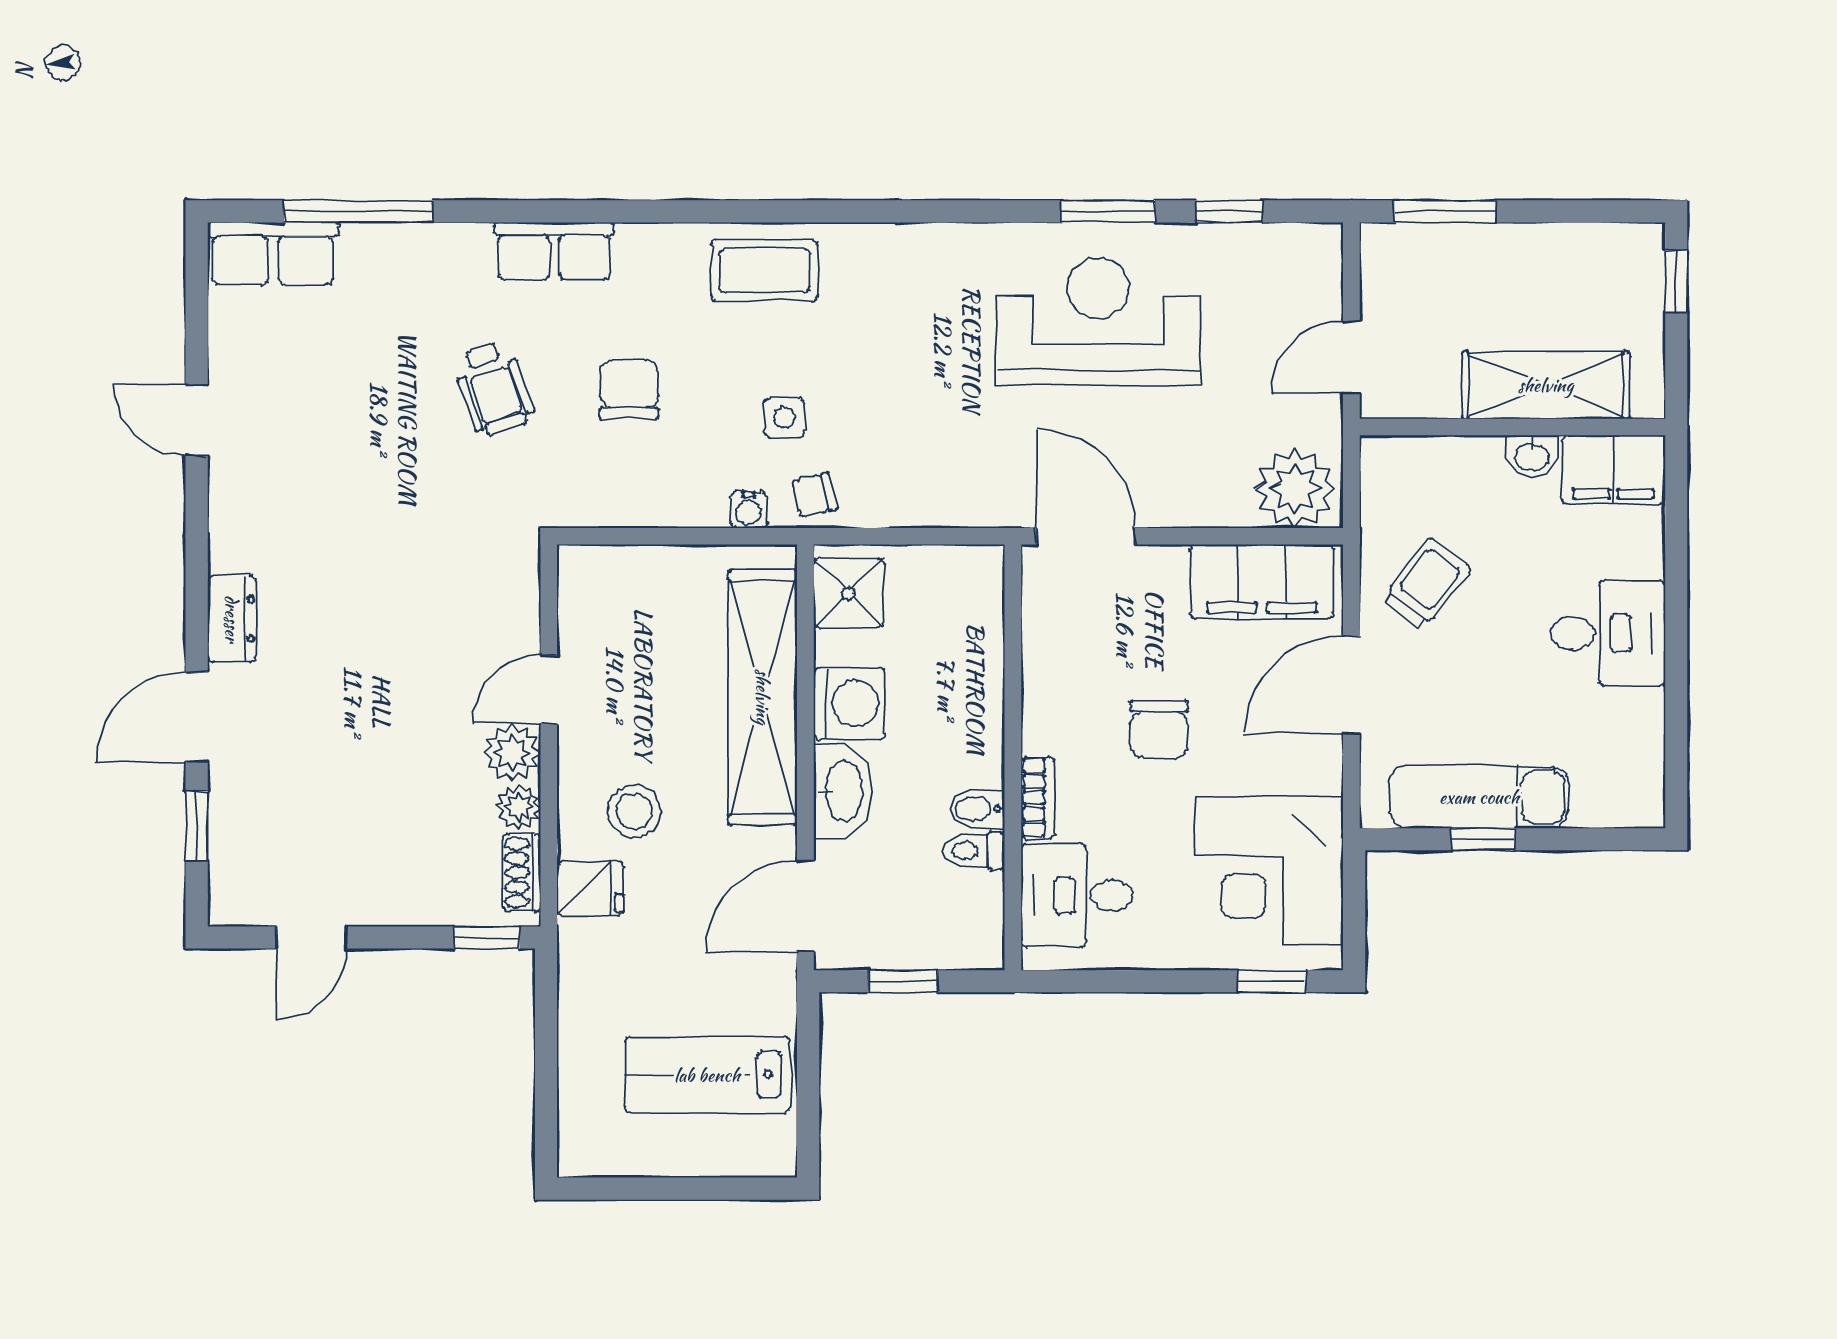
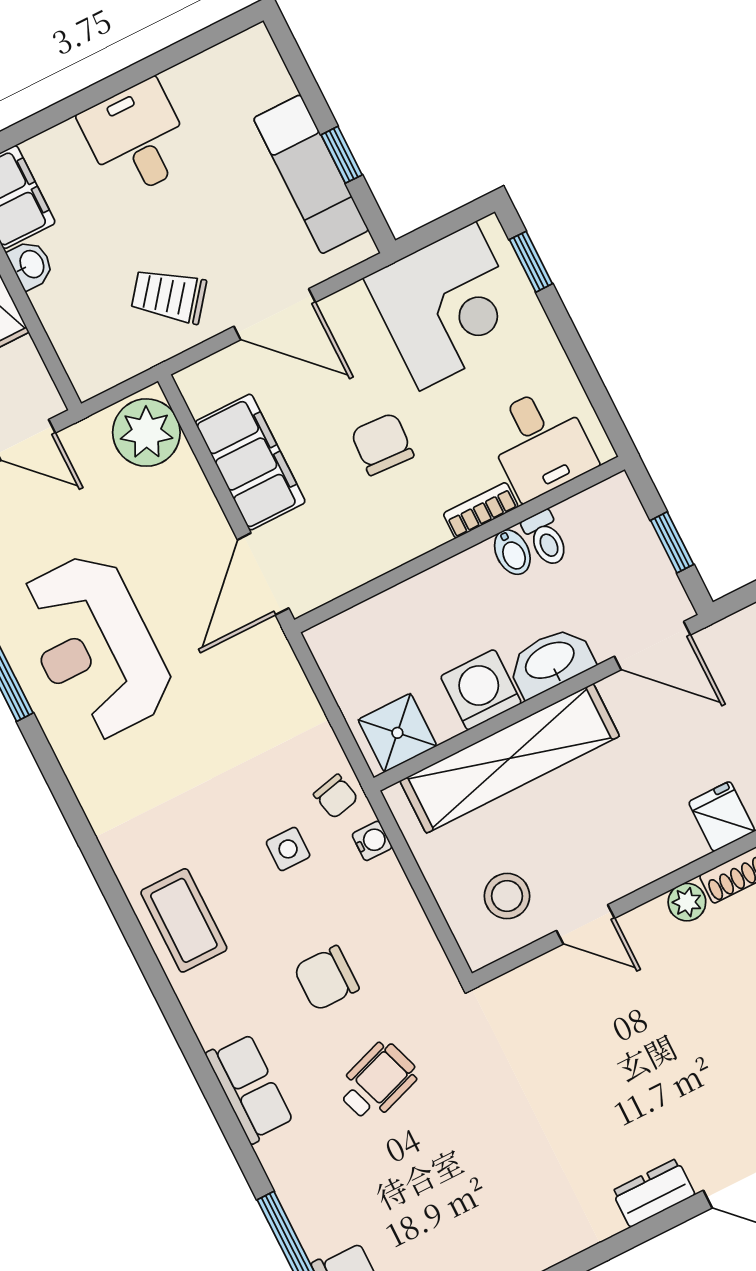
filing cabinet: (1262, 582) -> (250, 462), moved
chair: (1159, 729) -> (382, 444), turned -87
plant: (512, 753) -> (648, 928), removed
stool: (634, 811) -> (507, 896), moved

